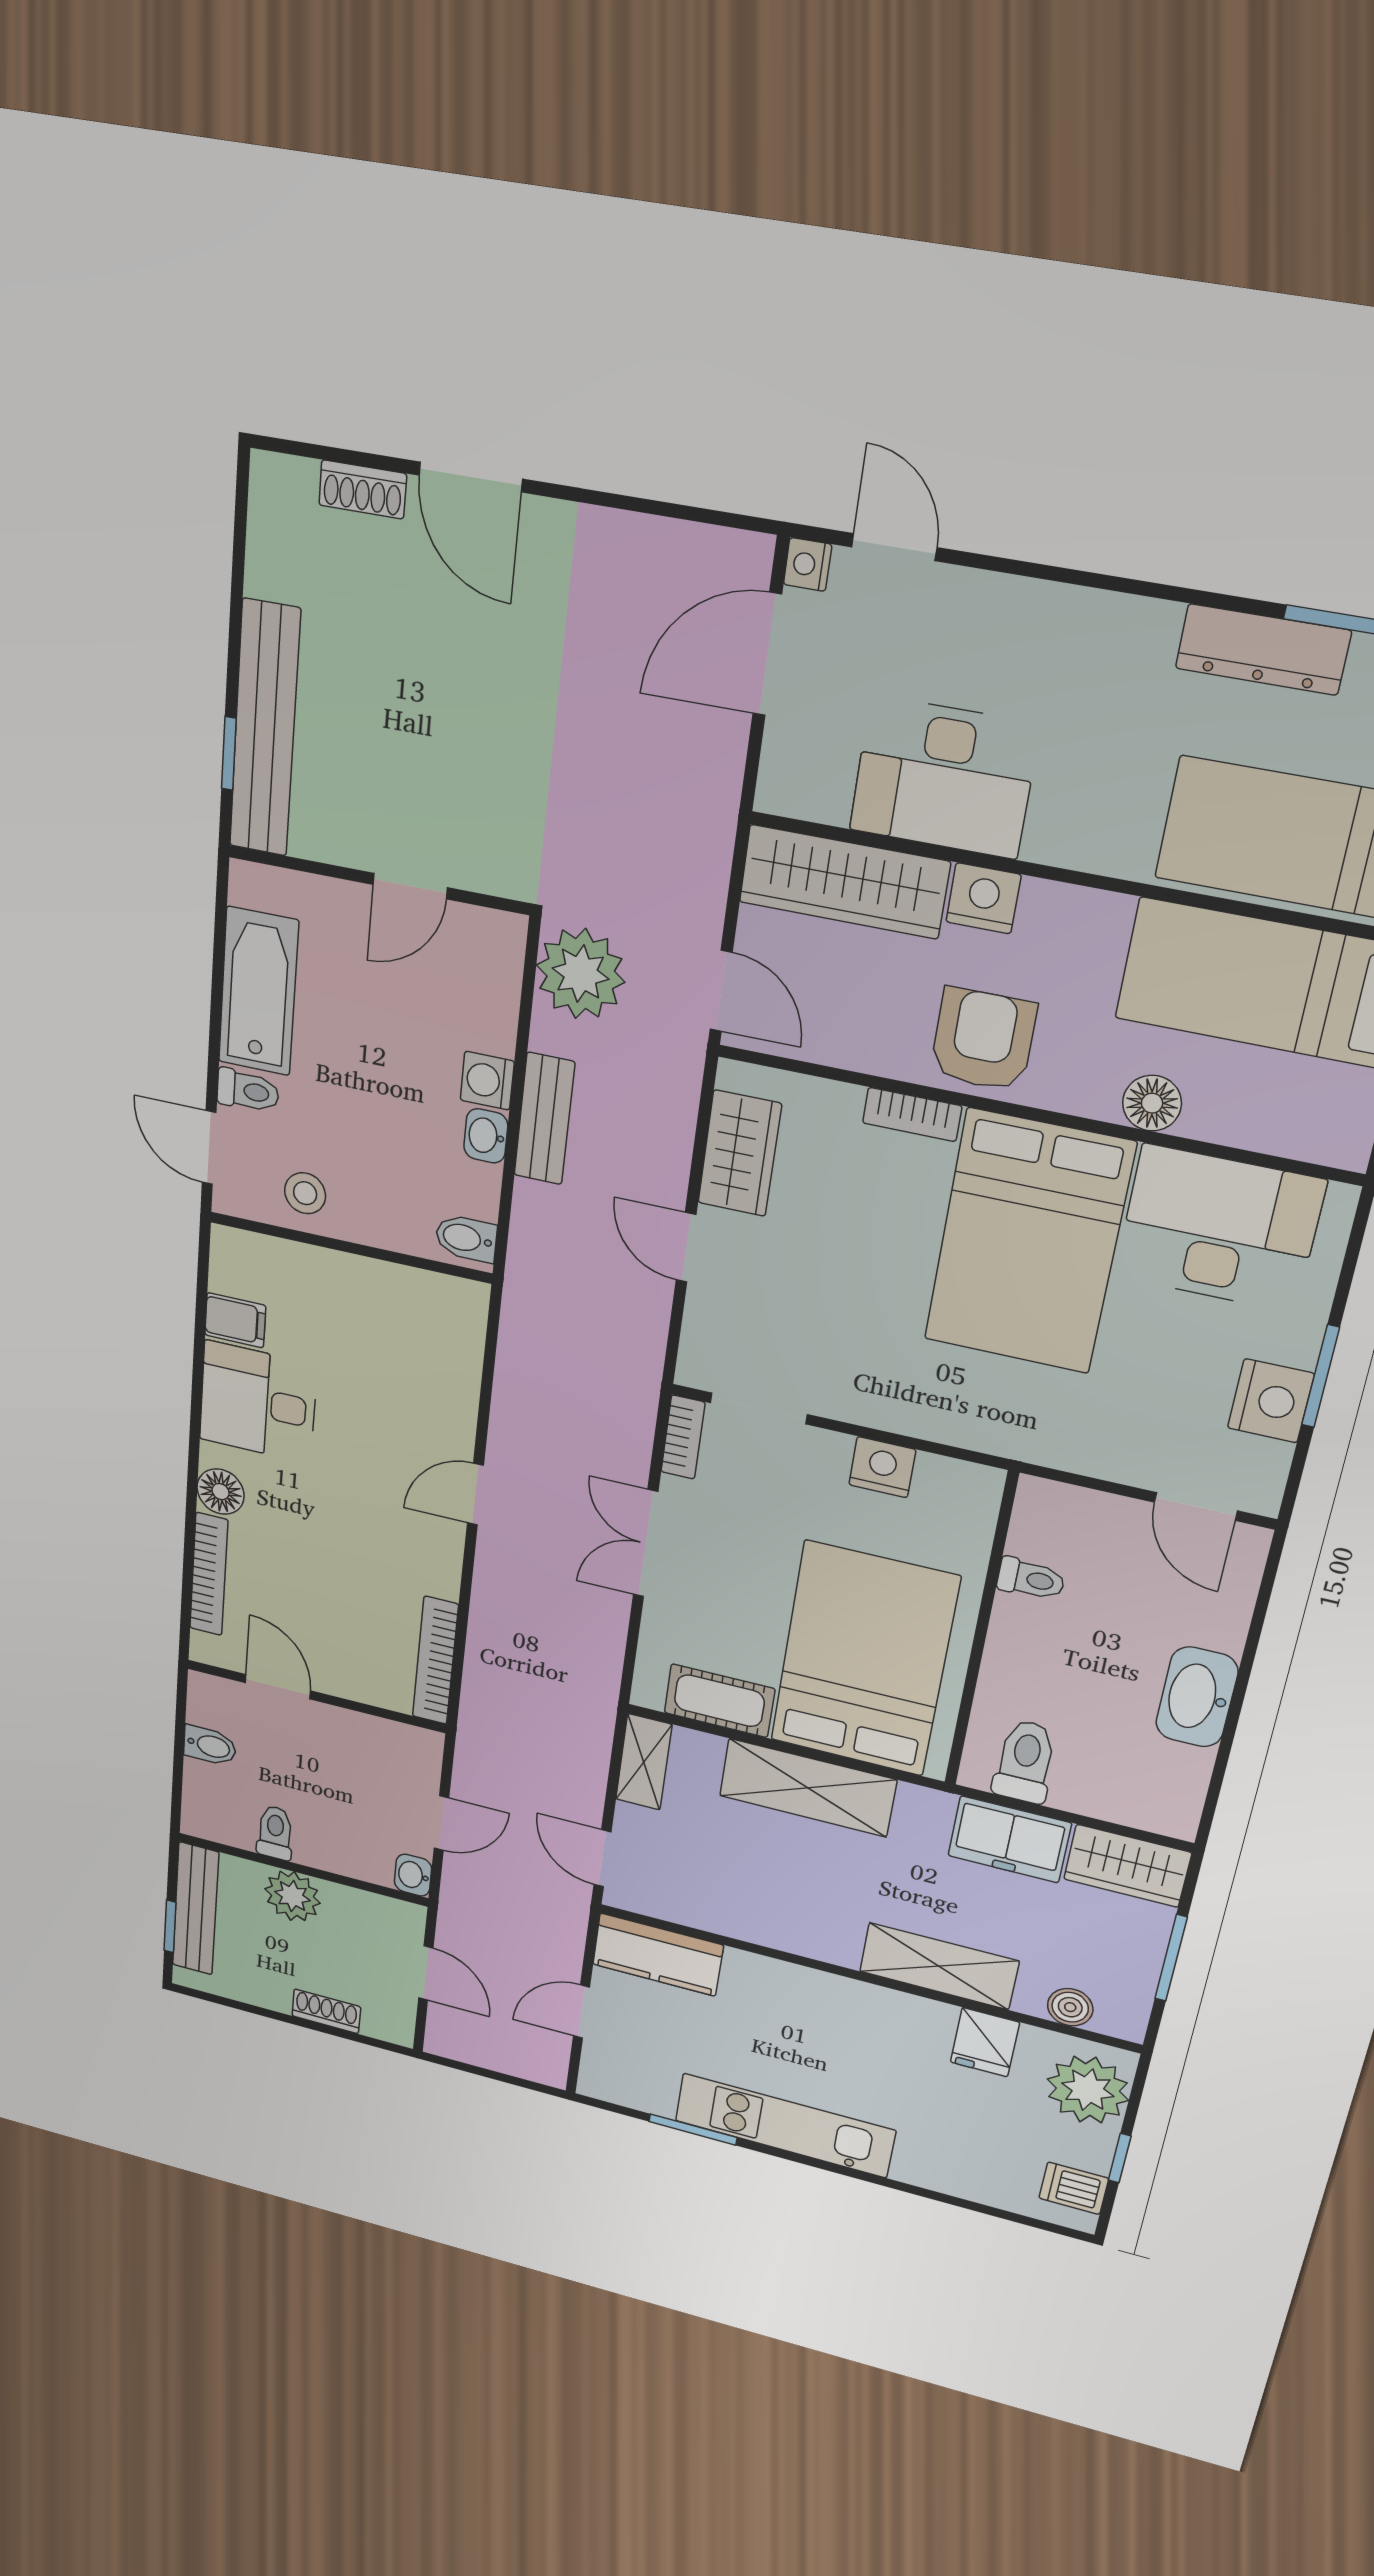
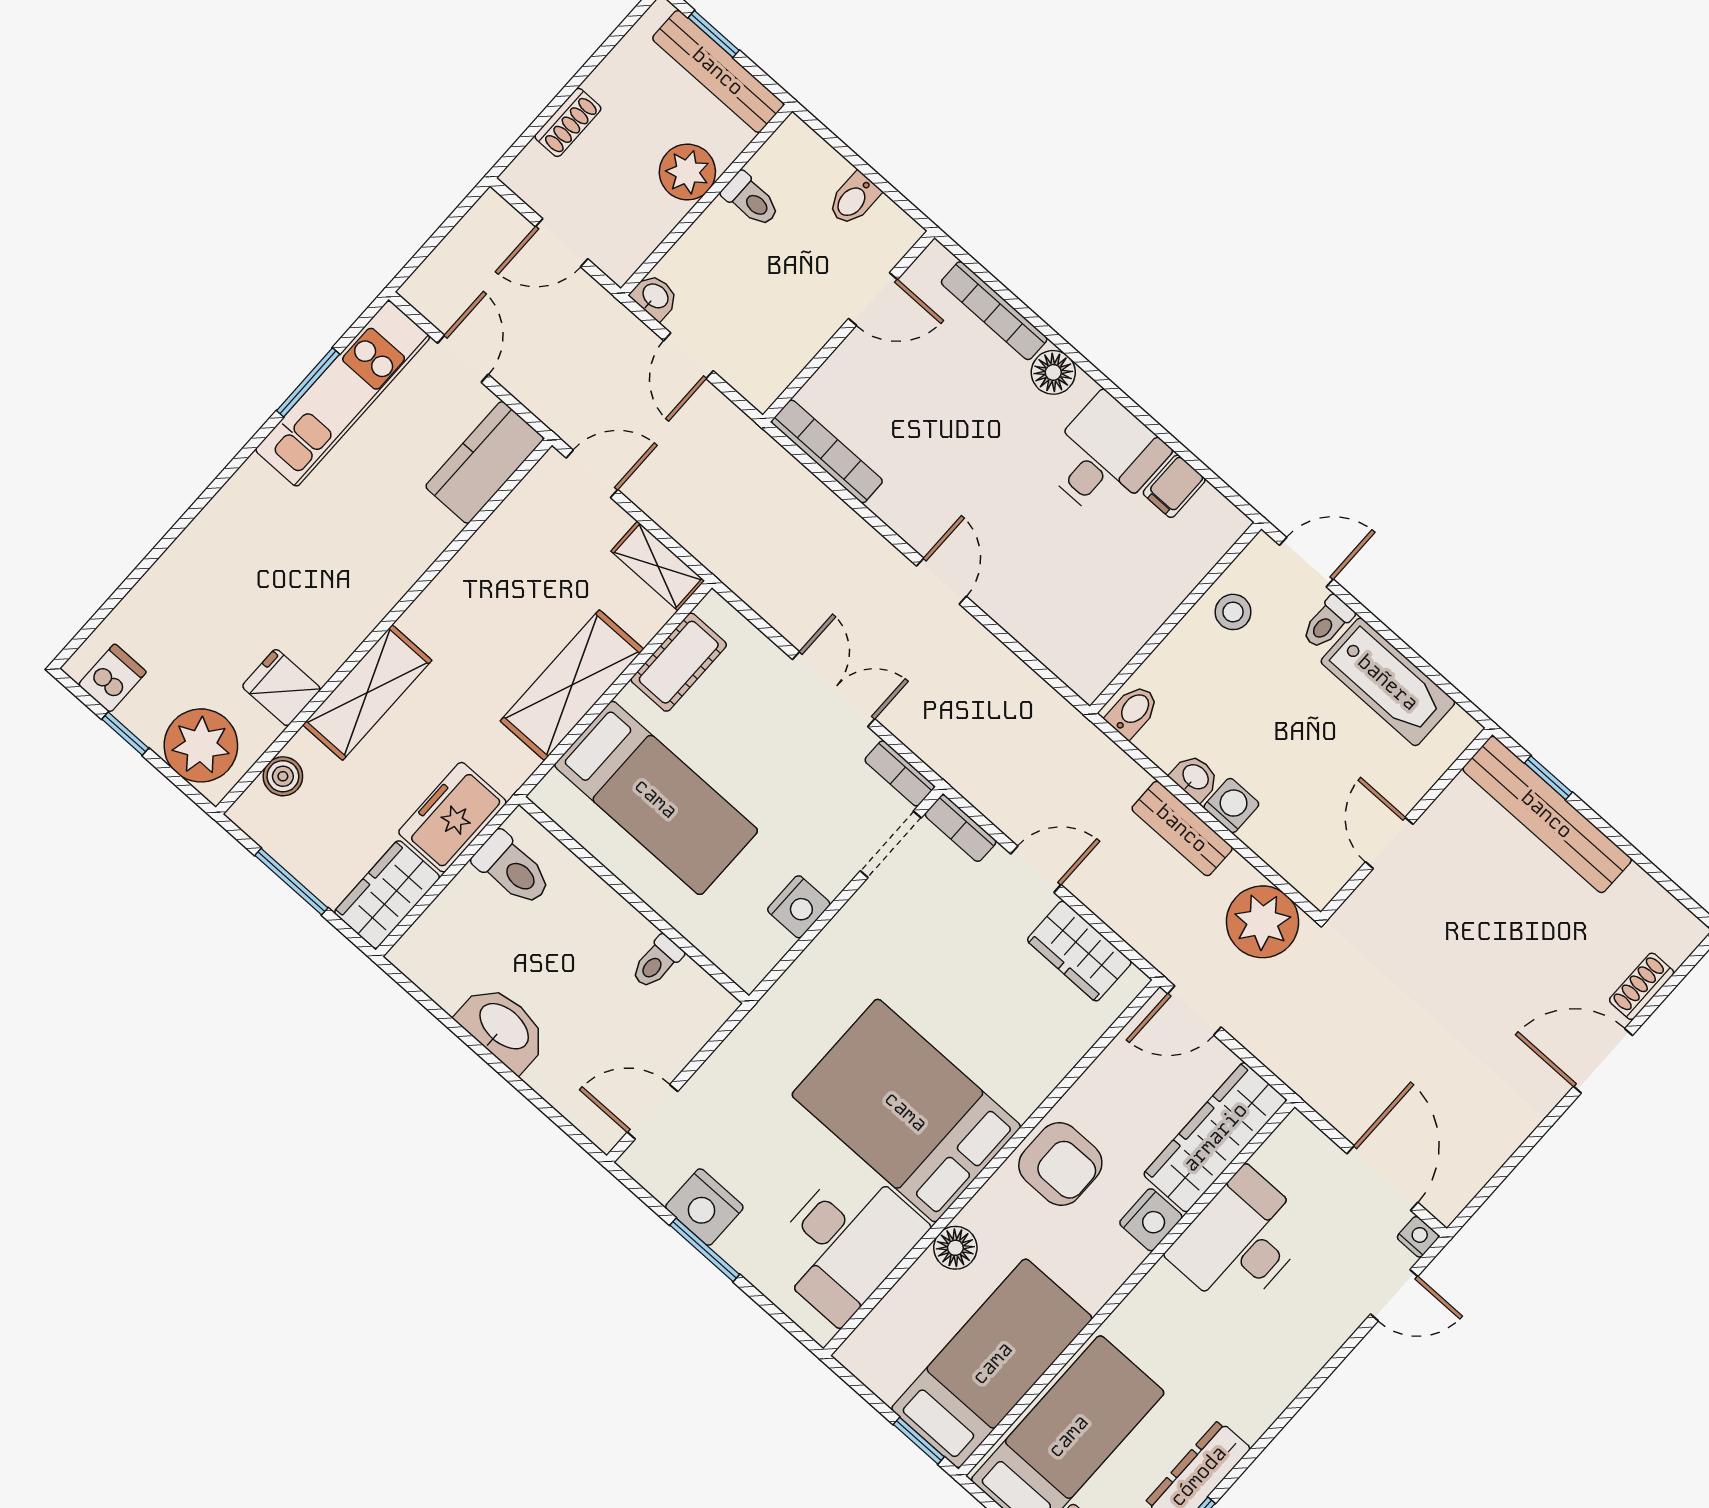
bookcase: (912, 1114) -> (961, 828), moved, turned -90
bed: (864, 1659) -> (656, 798), width x0.67
kitchen unit: (785, 2125) -> (343, 393), moved

